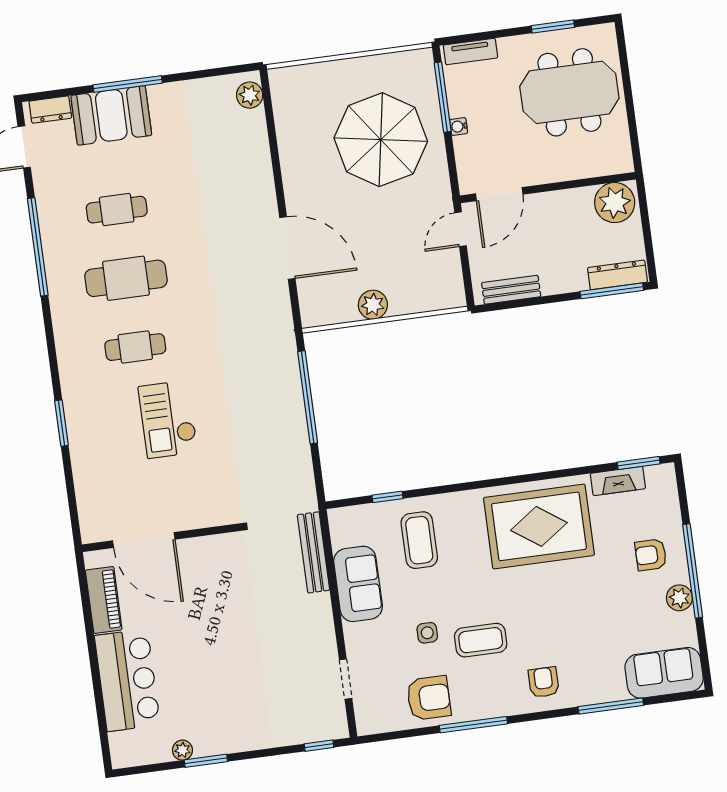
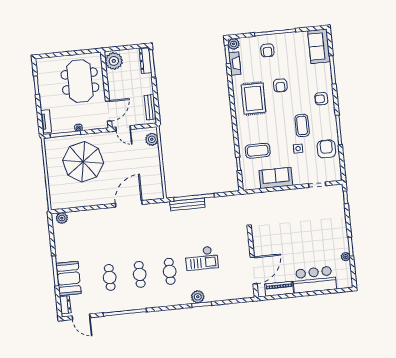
meeting table: (569, 92) -> (80, 81), moved
door: (499, 194) -> (108, 111), hinge flipped
cafe table: (126, 278) -> (140, 274), width x0.73, depth x0.74
plant: (373, 305) -> (152, 139), moved
plant: (79, 413) -> (198, 297), added
rug: (539, 526) -> (253, 99), width x0.73, depth x0.69
bench: (313, 552) -> (187, 204), moved
armchair: (571, 587) -> (280, 85), added
plant: (679, 598) -> (234, 44), moved

